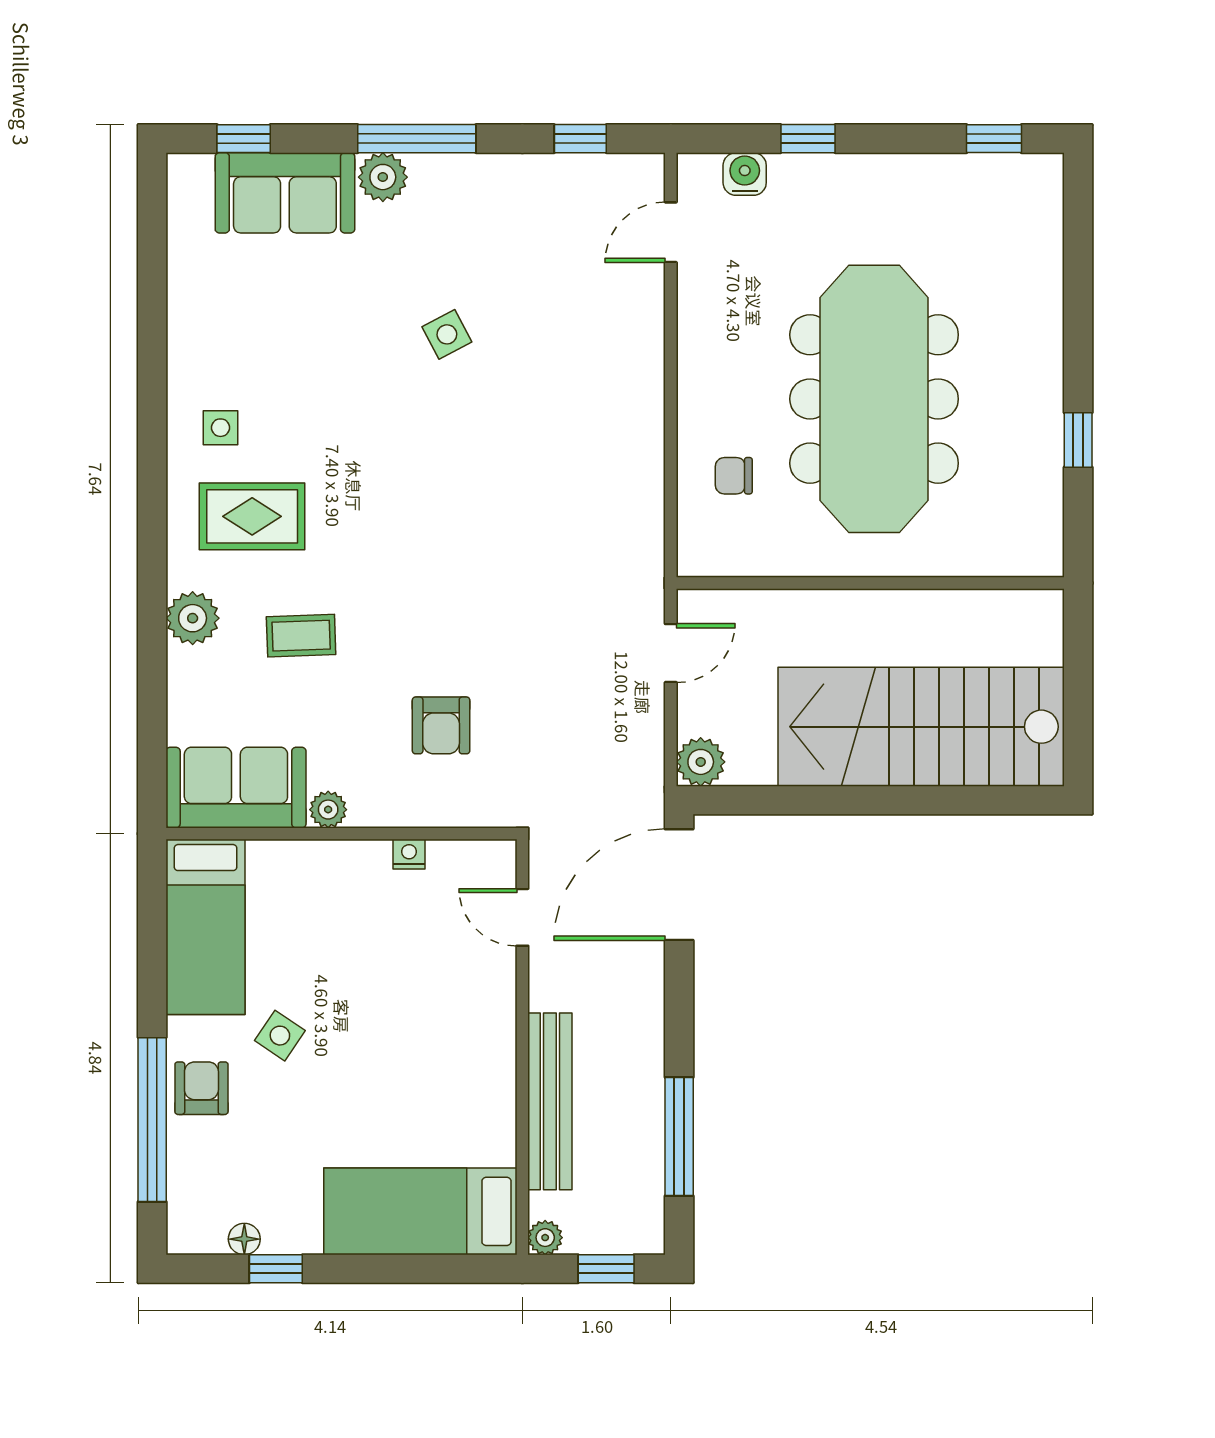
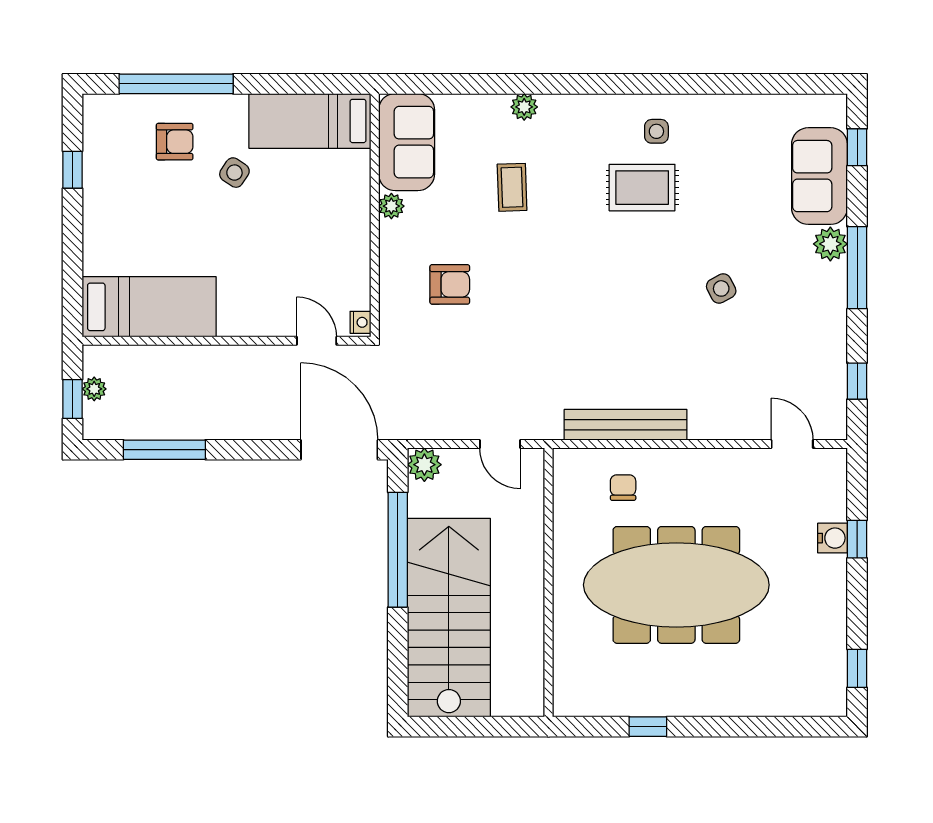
water cooler: (745, 174) -> (833, 538), moved
rug: (252, 516) -> (642, 188), moved, turned 90
plant: (193, 618) -> (524, 107), width x0.73, depth x0.73
armchair: (441, 725) -> (450, 284), turned 180
window: (823, 800) -> (398, 550), added
nightstand: (409, 854) -> (360, 322), moved
door: (522, 917) -> (317, 341), hinge flipped
armchair: (201, 1088) -> (175, 142), moved
bench: (550, 1101) -> (626, 425), moved
bed: (420, 1211) -> (149, 307), moved, turned 90
plant: (545, 1238) -> (94, 389), moved
floor lamp: (244, 1239) -> (93, 148), removed

